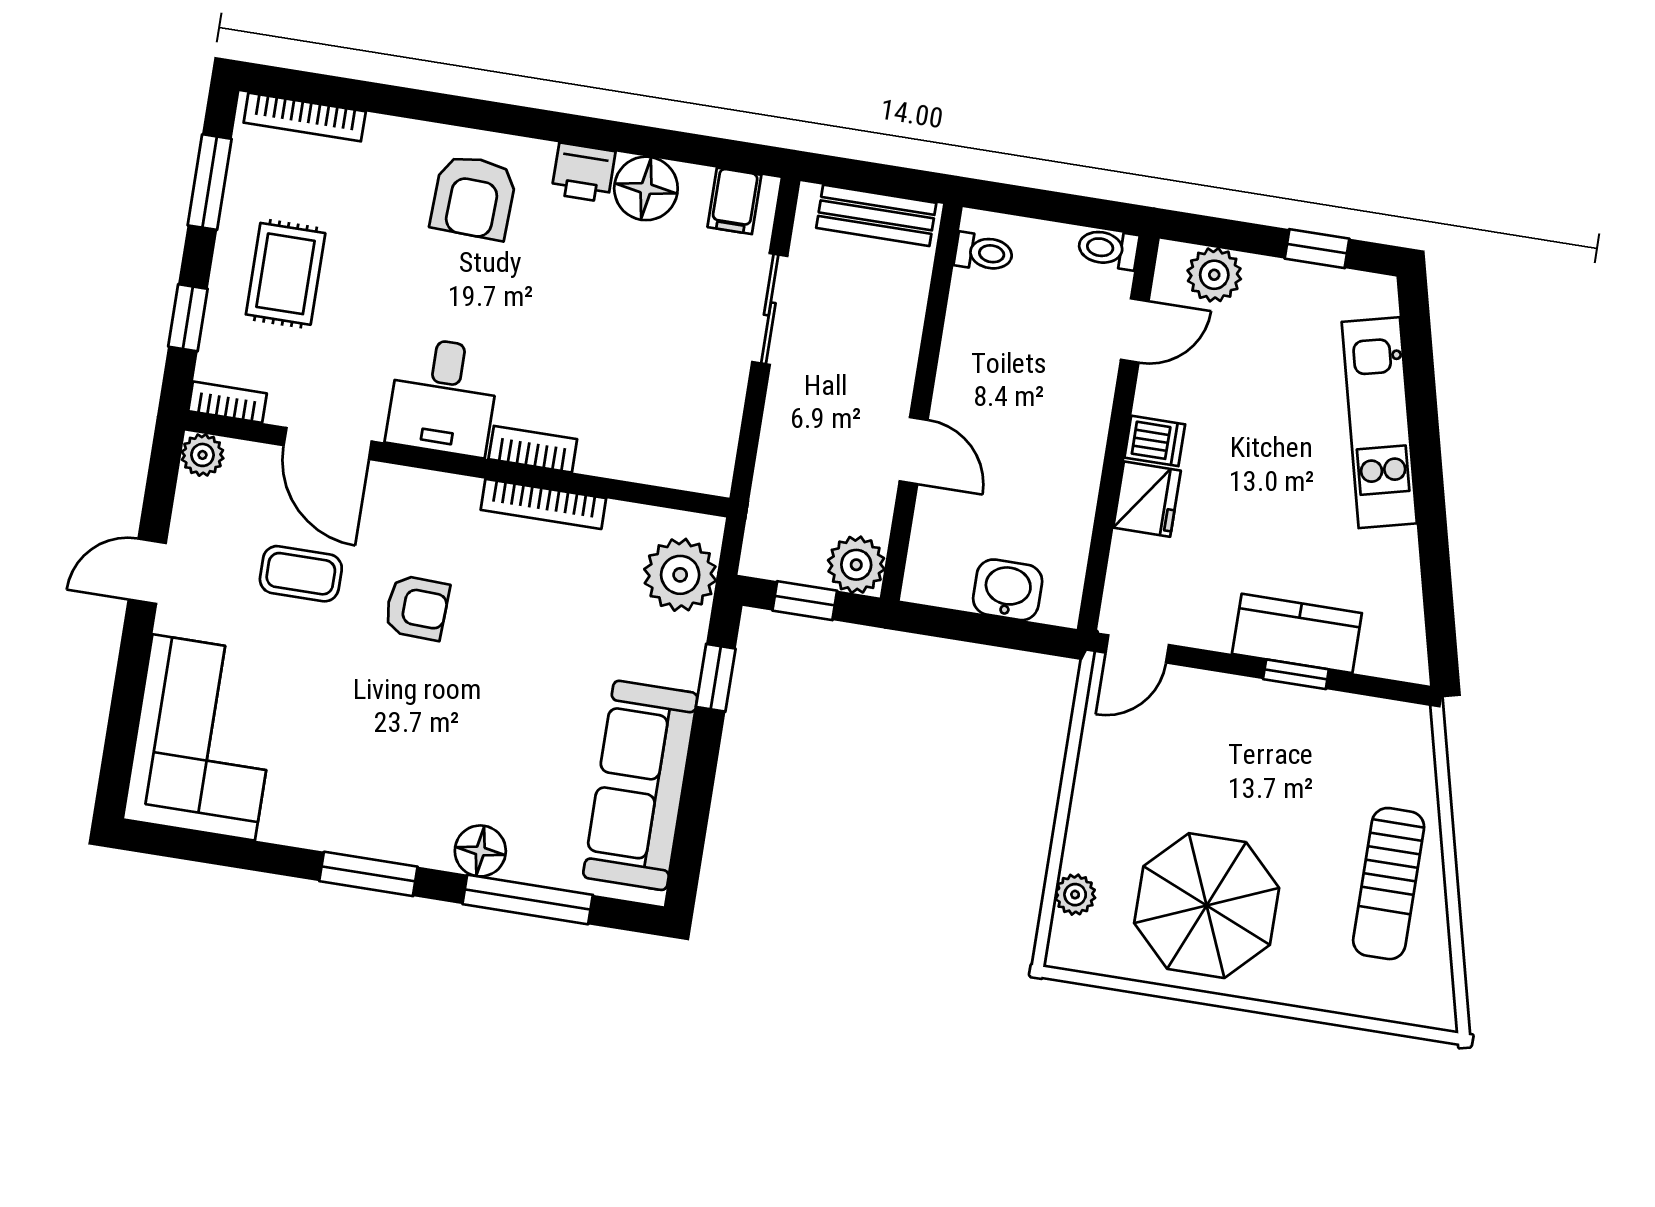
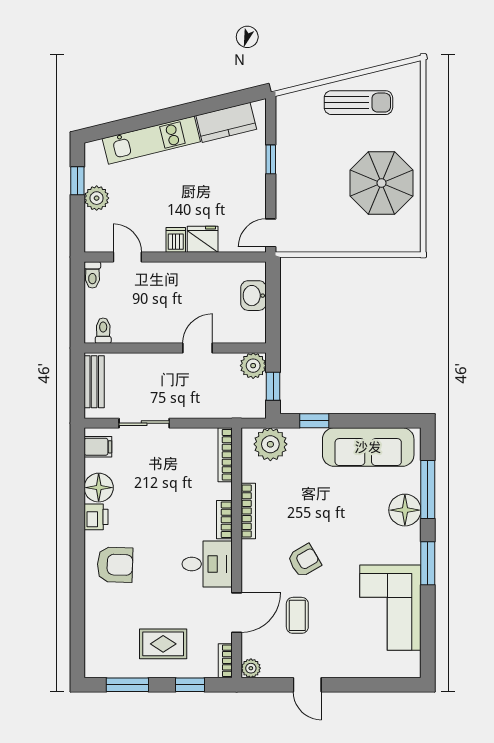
bookcase: (305, 117) -> (225, 455), moved, turned 180
plant: (1214, 275) -> (97, 198), moved
armchair: (417, 608) -> (304, 561), turned 58
kitchen counter: (1297, 633) -> (226, 122), moved, turned -104
door: (1137, 649) -> (271, 233), swing flipped
corner sofa: (204, 737) -> (390, 608), moved, turned -90
floor lamp: (480, 851) -> (405, 510), width x1.38, depth x1.38
plant: (1075, 895) -> (386, 243), removed

